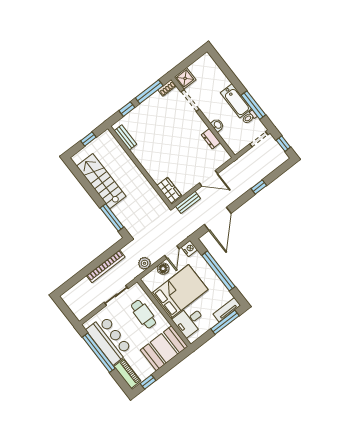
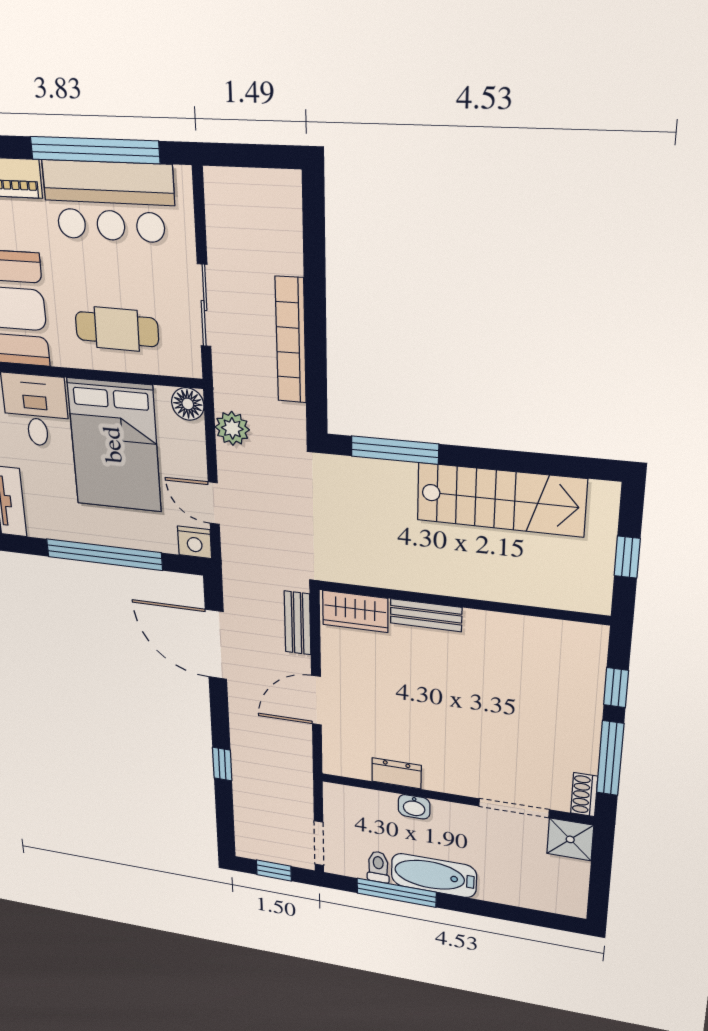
bench: (125, 137) -> (426, 615), moved
floor lamp: (163, 269) -> (188, 404), moved

